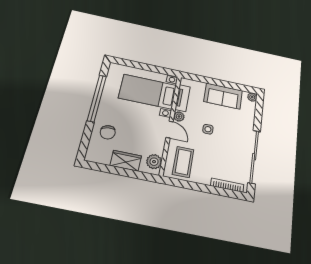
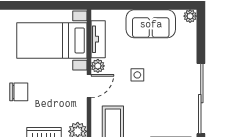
door: (170, 130) -> (89, 86), hinge flipped
chair: (108, 132) -> (19, 92), moved, turned -81

